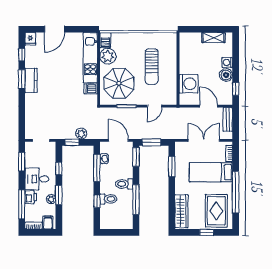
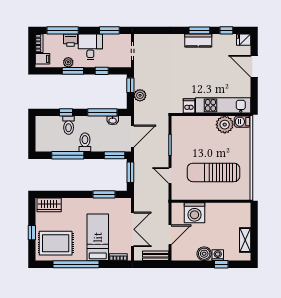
sun lounger: (152, 67) -> (213, 172), width x1.36, depth x1.34
parasol: (119, 83) -> (195, 137), removed
window: (236, 89) -> (221, 264), moved
wardrobe: (181, 211) -> (49, 205), width x0.67

